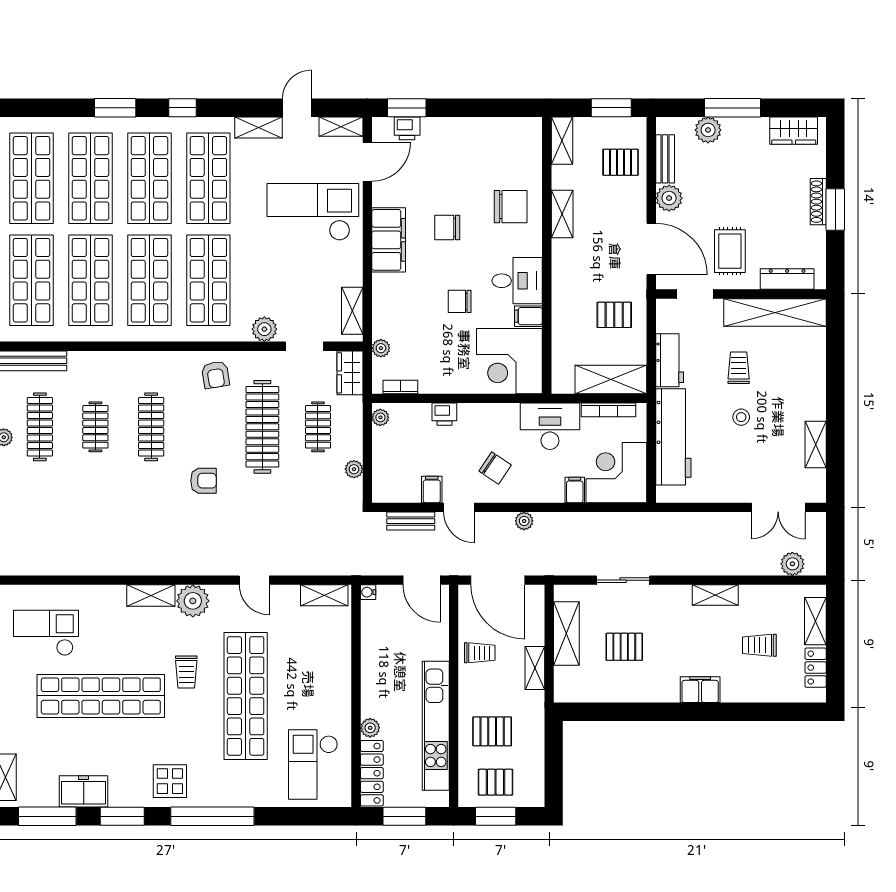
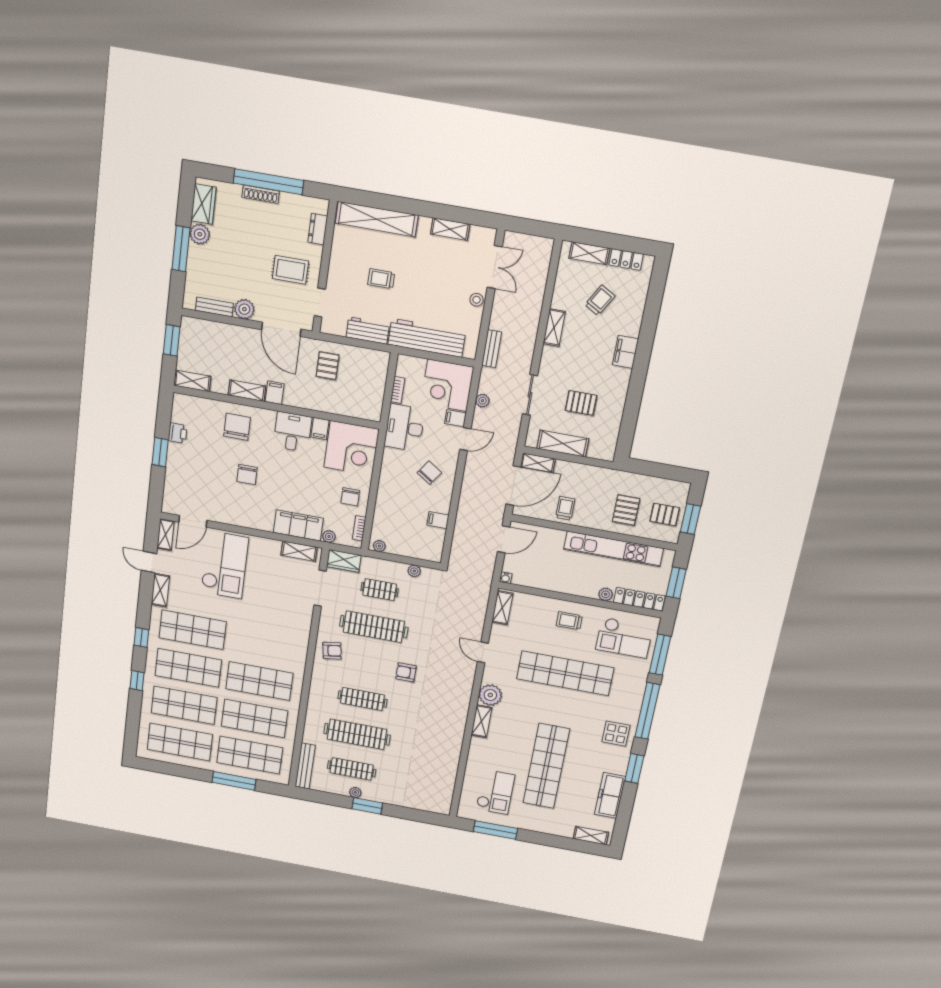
window: (115, 108) -> (137, 681), width x0.67
window: (407, 108) -> (160, 452), moved
printer: (407, 128) -> (178, 433), moved
plant: (708, 130) -> (200, 234), moved
door: (367, 162) -> (193, 521), swing flipped
pallet: (621, 162) -> (213, 341), removed
window: (835, 209) -> (268, 182), width x2.11
checkout: (313, 212) -> (225, 565), turned 180
filing cabinet: (389, 240) -> (298, 525), moved
door: (651, 249) -> (281, 329), swing flipped
filing cabinet: (566, 251) -> (275, 393), added
dresser: (787, 279) -> (318, 229), width x0.70
shop shelf: (208, 280) -> (264, 643), removed
chair: (460, 301) -> (350, 497), moved
shelving: (775, 312) -> (377, 219), moved, turned 90
plant: (264, 329) -> (304, 613), removed
doorway: (304, 346) -> (320, 588), width x1.38
shelving: (611, 380) -> (376, 377), removed
bookcase: (608, 410) -> (398, 390), width x0.64
printer: (444, 414) -> (384, 501), removed
stool: (741, 417) -> (477, 300), moved
clothes rail: (95, 427) -> (357, 734), width x1.86, depth x1.31
armchair: (204, 481) -> (406, 672), turned -90
door: (459, 507) -> (465, 439), moved
bench: (411, 521) -> (492, 349), moved
plant: (524, 521) -> (482, 401), moved
plant: (792, 564) -> (541, 264), removed
door: (254, 580) -> (483, 652), swing flipped
checkout: (46, 633) -> (495, 792), turned 180
trolley: (759, 645) -> (600, 300), turned -150
pallet: (624, 647) -> (581, 403), turned 90
shelving: (535, 668) -> (538, 463), moved
trolley: (186, 672) -> (569, 621), moved, turned 180
pallet: (496, 782) -> (665, 515), turned 90
freezer: (84, 791) -> (610, 795), width x1.40
window: (47, 816) -> (660, 655), moved

